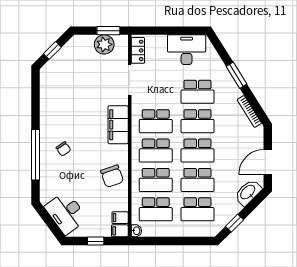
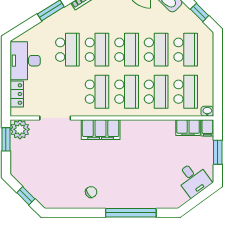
plant: (104, 44) -> (20, 129), moved
locker: (138, 50) -> (17, 94), moved, turned 90
chair: (63, 149) -> (91, 192), moved
chair: (112, 176) -> (152, 136), removed
desk: (66, 213) -> (193, 179), width x0.73
filing cabinet: (120, 218) -> (188, 128), width x2.00
window: (96, 241) -> (218, 152), width x1.50

